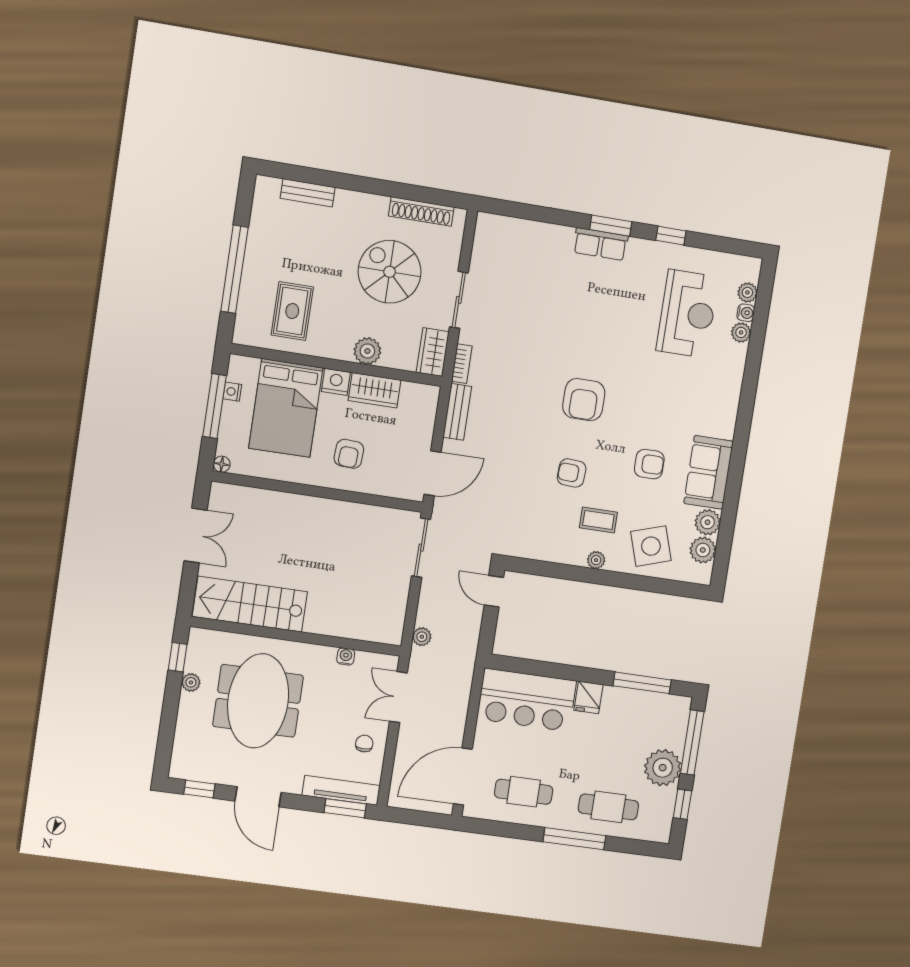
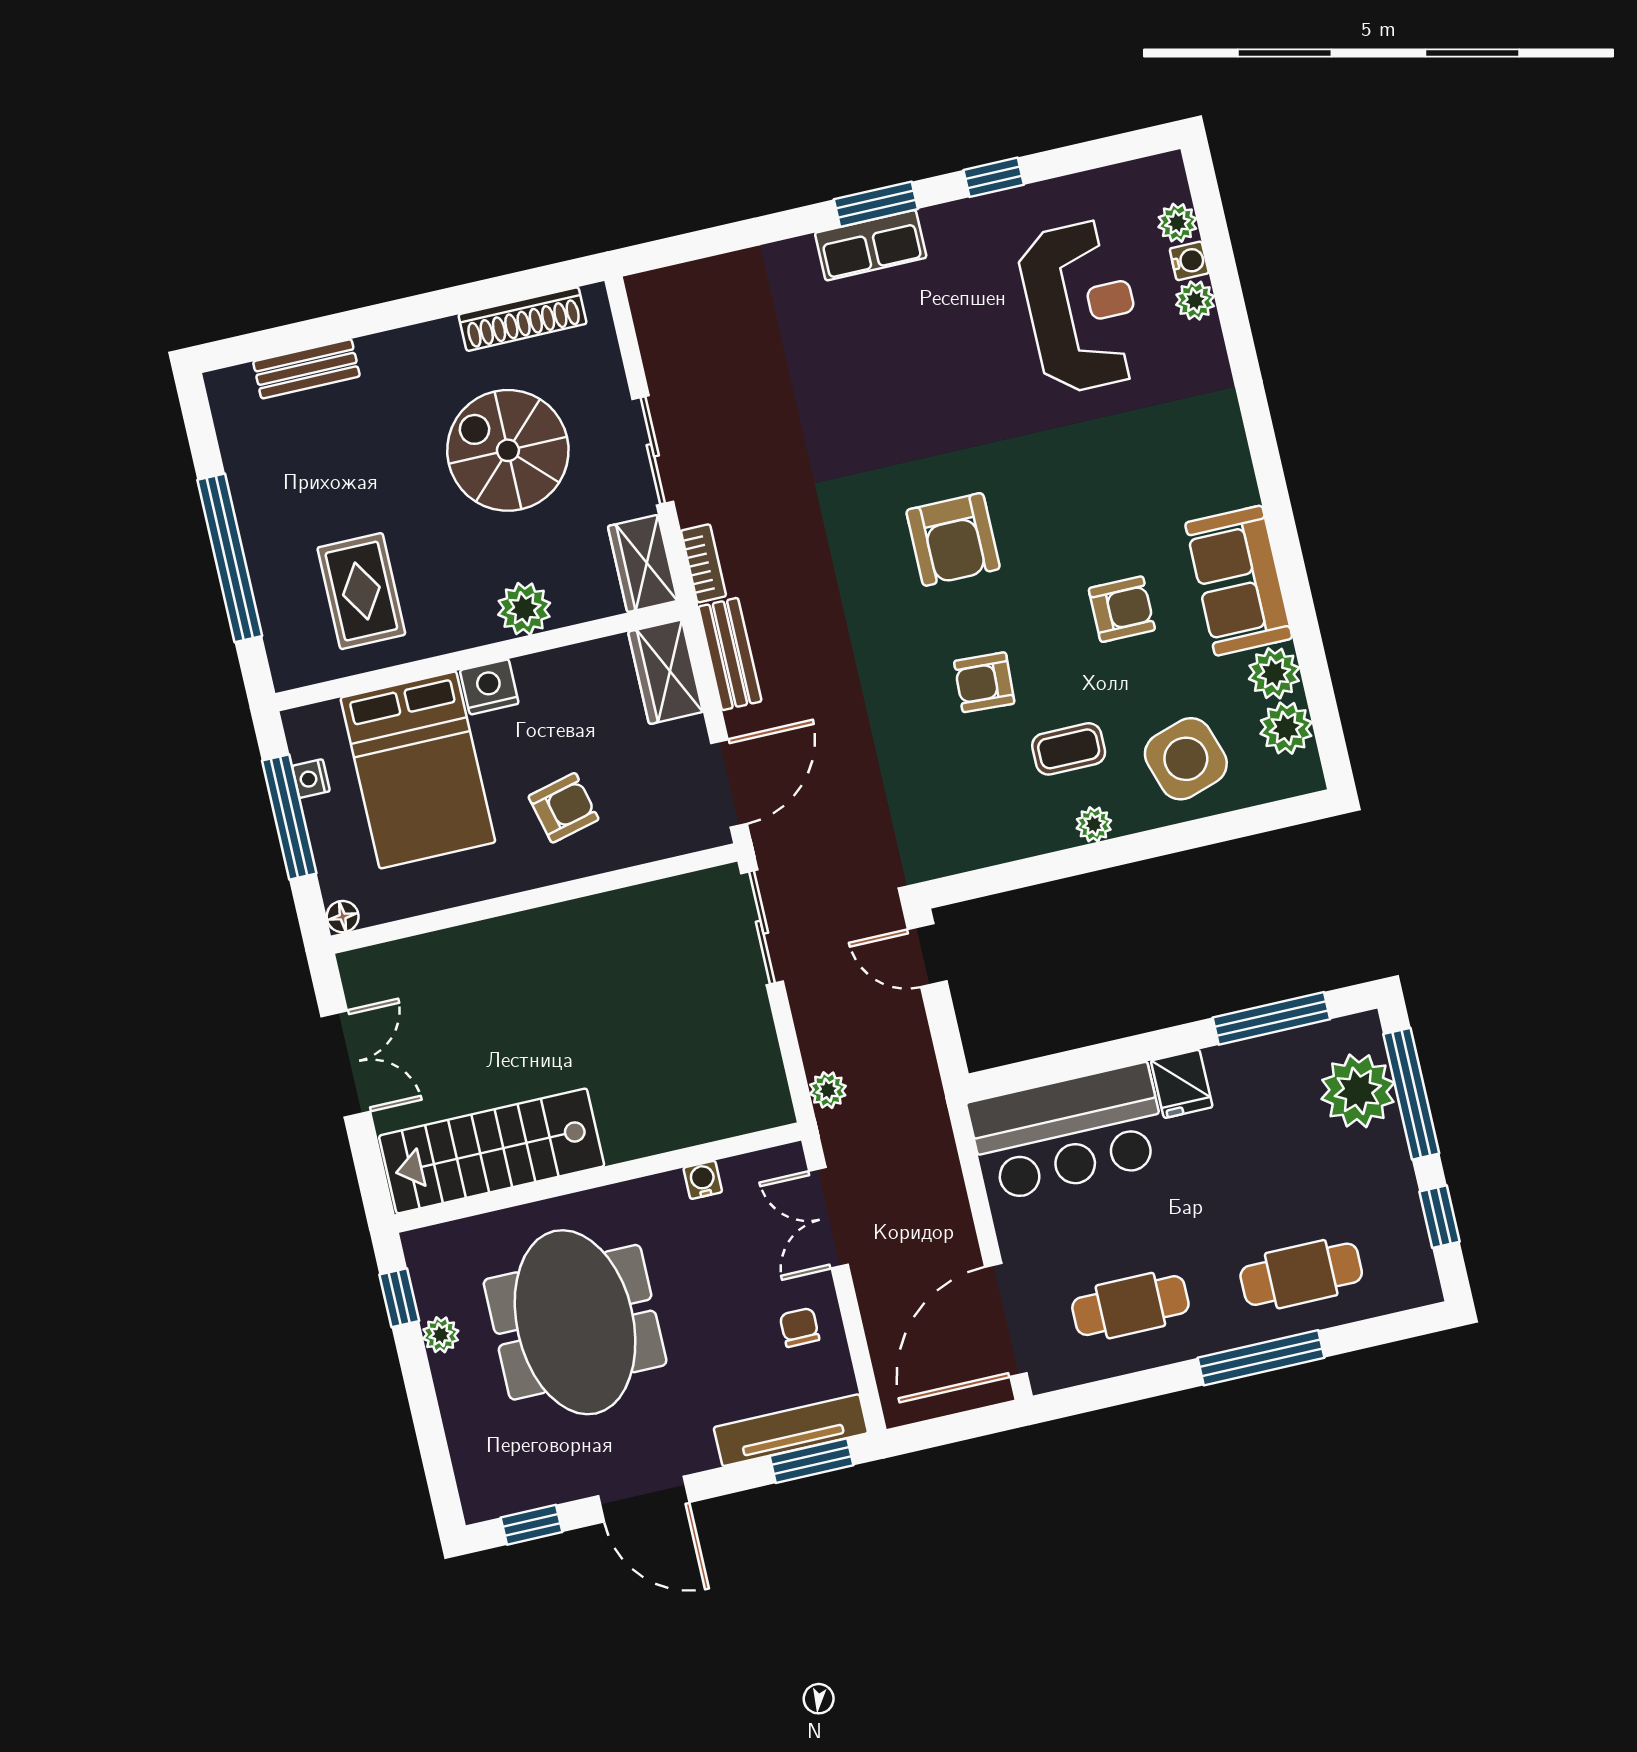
wardrobe: (375, 390) -> (666, 672), moved, turned 90
armchair: (349, 454) -> (564, 808), turned -107
plant: (663, 768) -> (1358, 1091), moved

